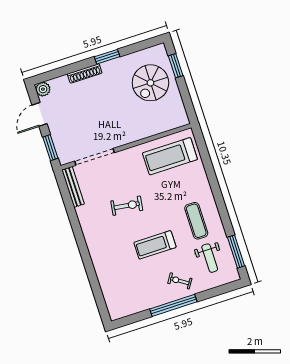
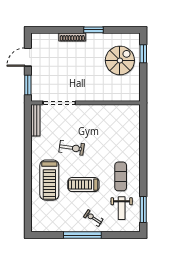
spiral stairs: (150, 83) -> (120, 60), turned 180
plant: (43, 89) -> (37, 39), removed
treadmill: (170, 156) -> (49, 180), moved, turned -90

